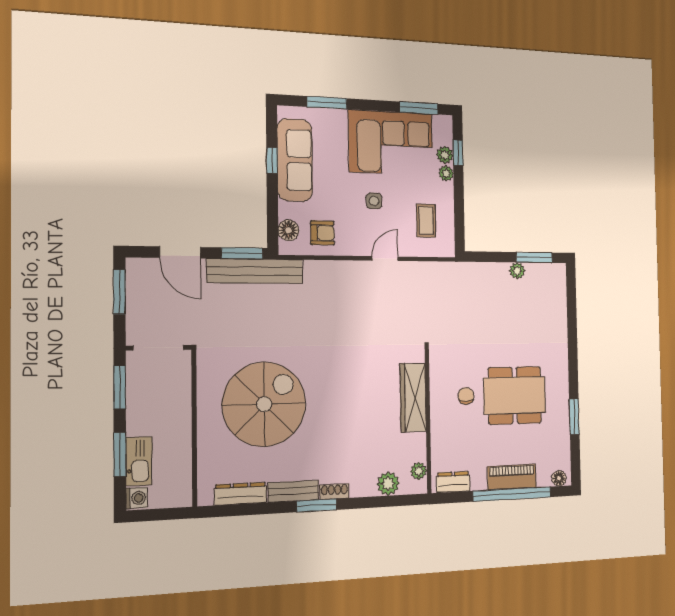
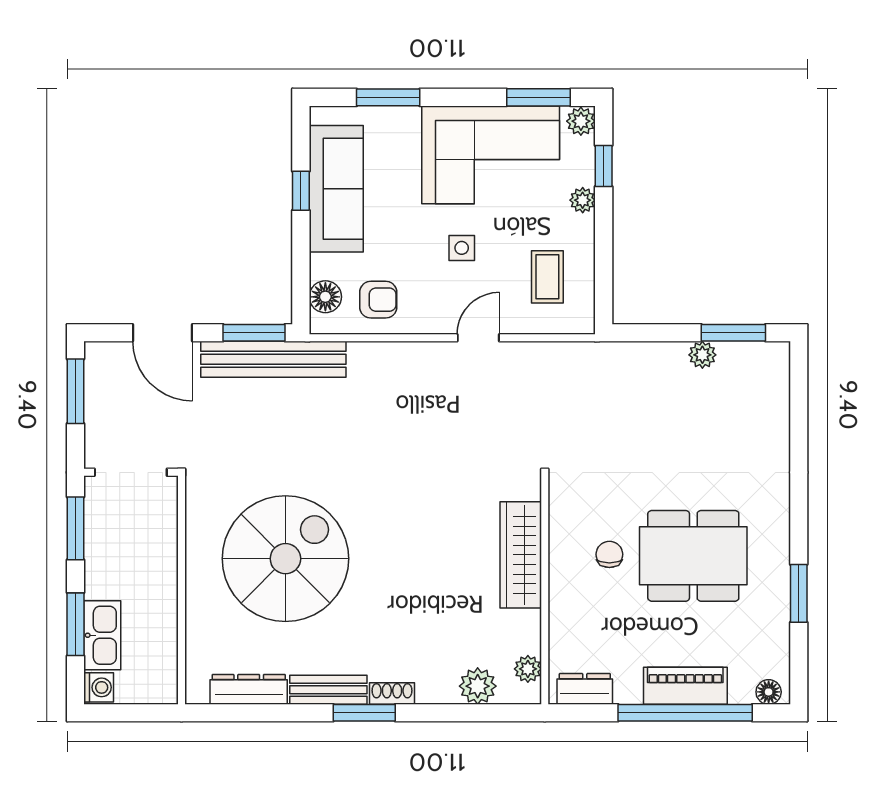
plant: (445, 155) -> (581, 121), moved

